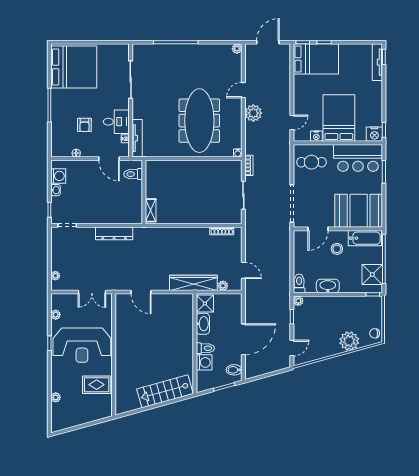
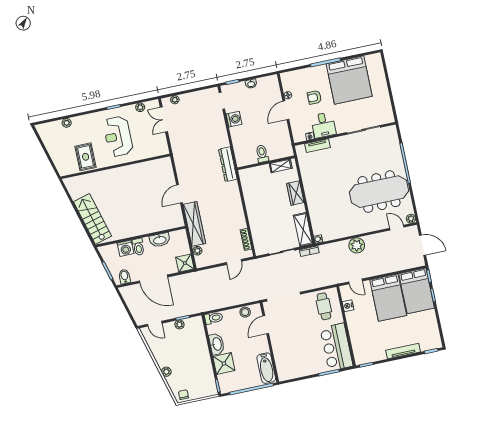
tv unit: (377, 62) -> (403, 351), moved
bed: (74, 67) -> (349, 80), moved
door: (243, 90) -> (397, 228), moved
bed: (339, 118) -> (388, 298), moved, turned 90
meeting table: (199, 121) -> (379, 192), moved
nightstand: (374, 134) -> (361, 357), removed
tv unit: (137, 138) -> (317, 146), width x0.71
door: (109, 159) -> (286, 110), moved
wardrobe: (183, 167) -> (295, 193), added
shelving: (224, 167) -> (303, 230), added
toilet: (133, 174) -> (262, 154), moved
washing machine: (58, 176) -> (234, 119), moved, turned -90
shelving: (151, 210) -> (281, 166), moved
booth: (359, 211) -> (290, 357), removed
door: (318, 229) -> (266, 325), hinge flipped
dresser: (114, 233) -> (228, 164), moved
stool: (337, 249) -> (245, 312), moved
door: (243, 270) -> (234, 262), moved
shower: (372, 275) -> (224, 363), moved
double door: (92, 292) -> (164, 120), moved
door: (141, 292) -> (180, 194), moved
plant: (298, 301) -> (179, 324), moved
shower: (205, 304) -> (185, 263), moved
plant: (349, 341) -> (166, 372), width x0.53, depth x0.53
reception desk: (82, 345) -> (118, 136), width x0.74, depth x0.77

